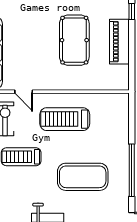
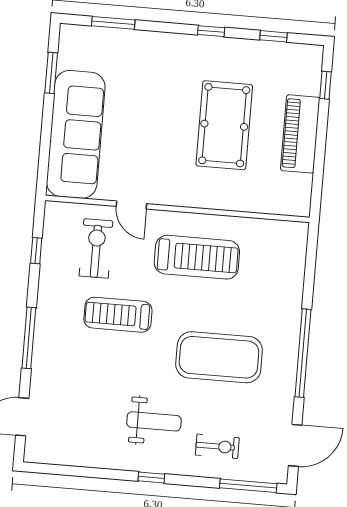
treadmill: (65, 119) -> (197, 257), turned 180

